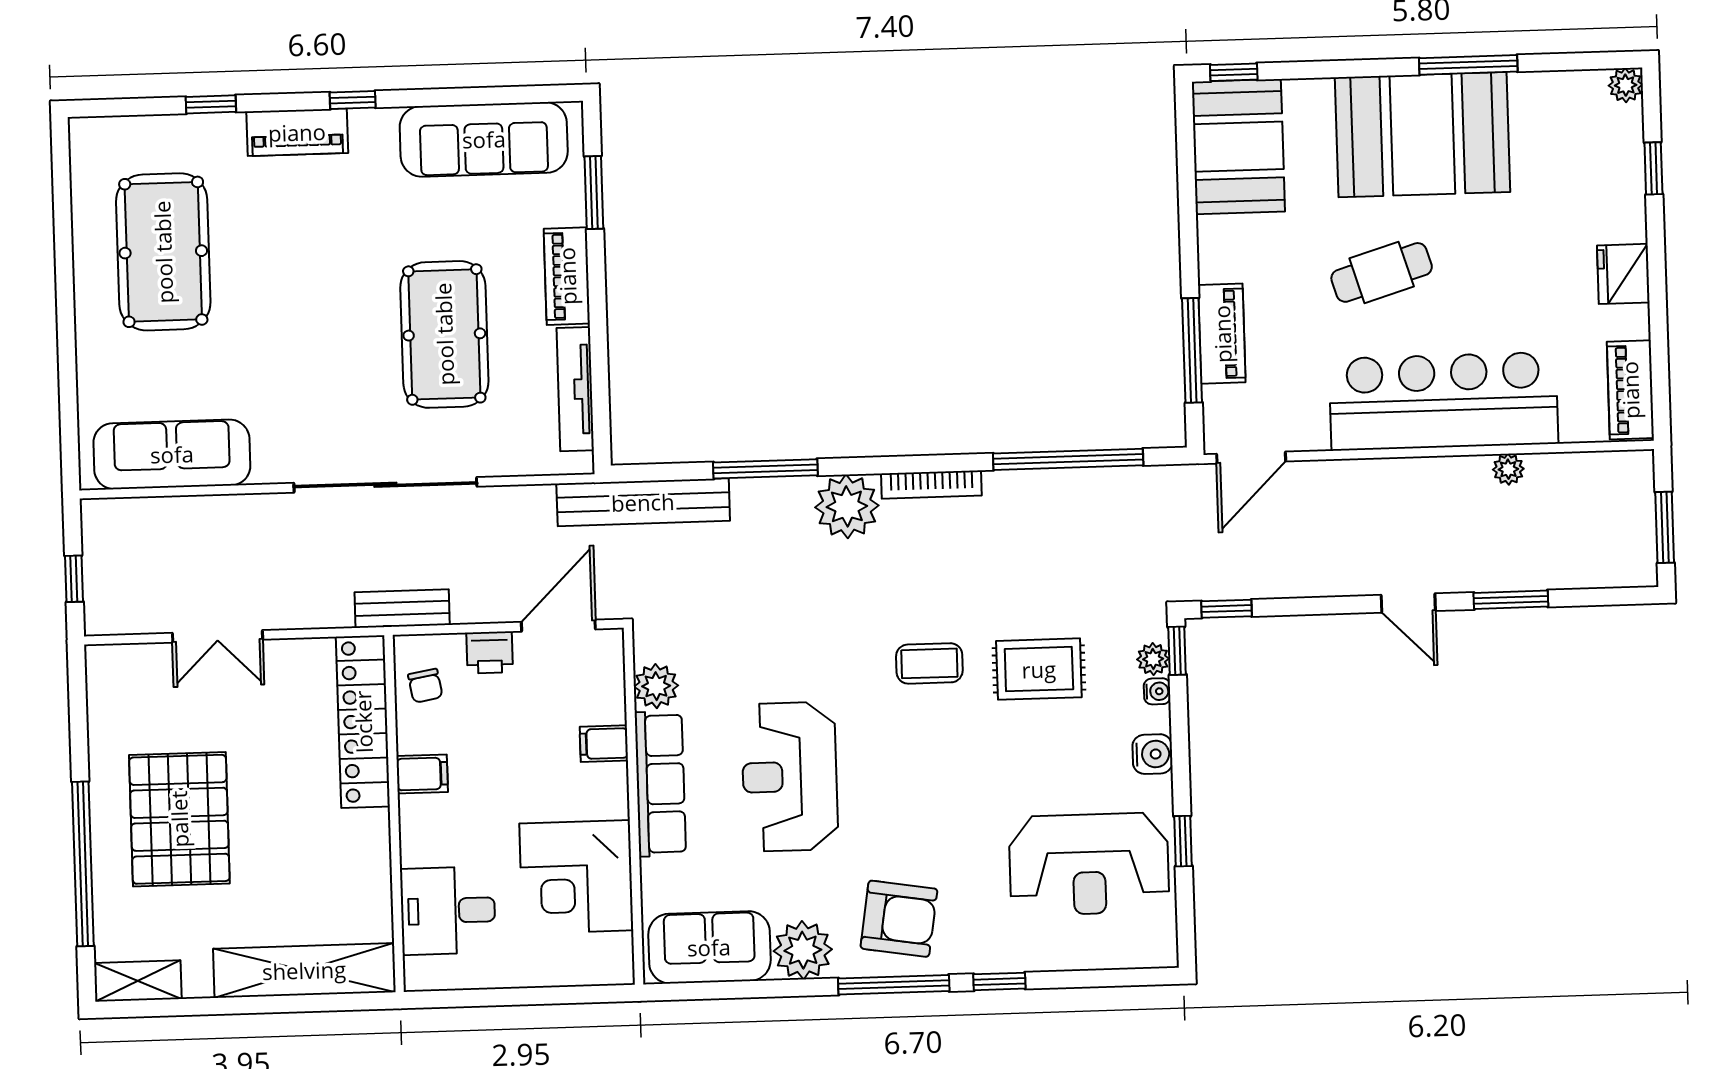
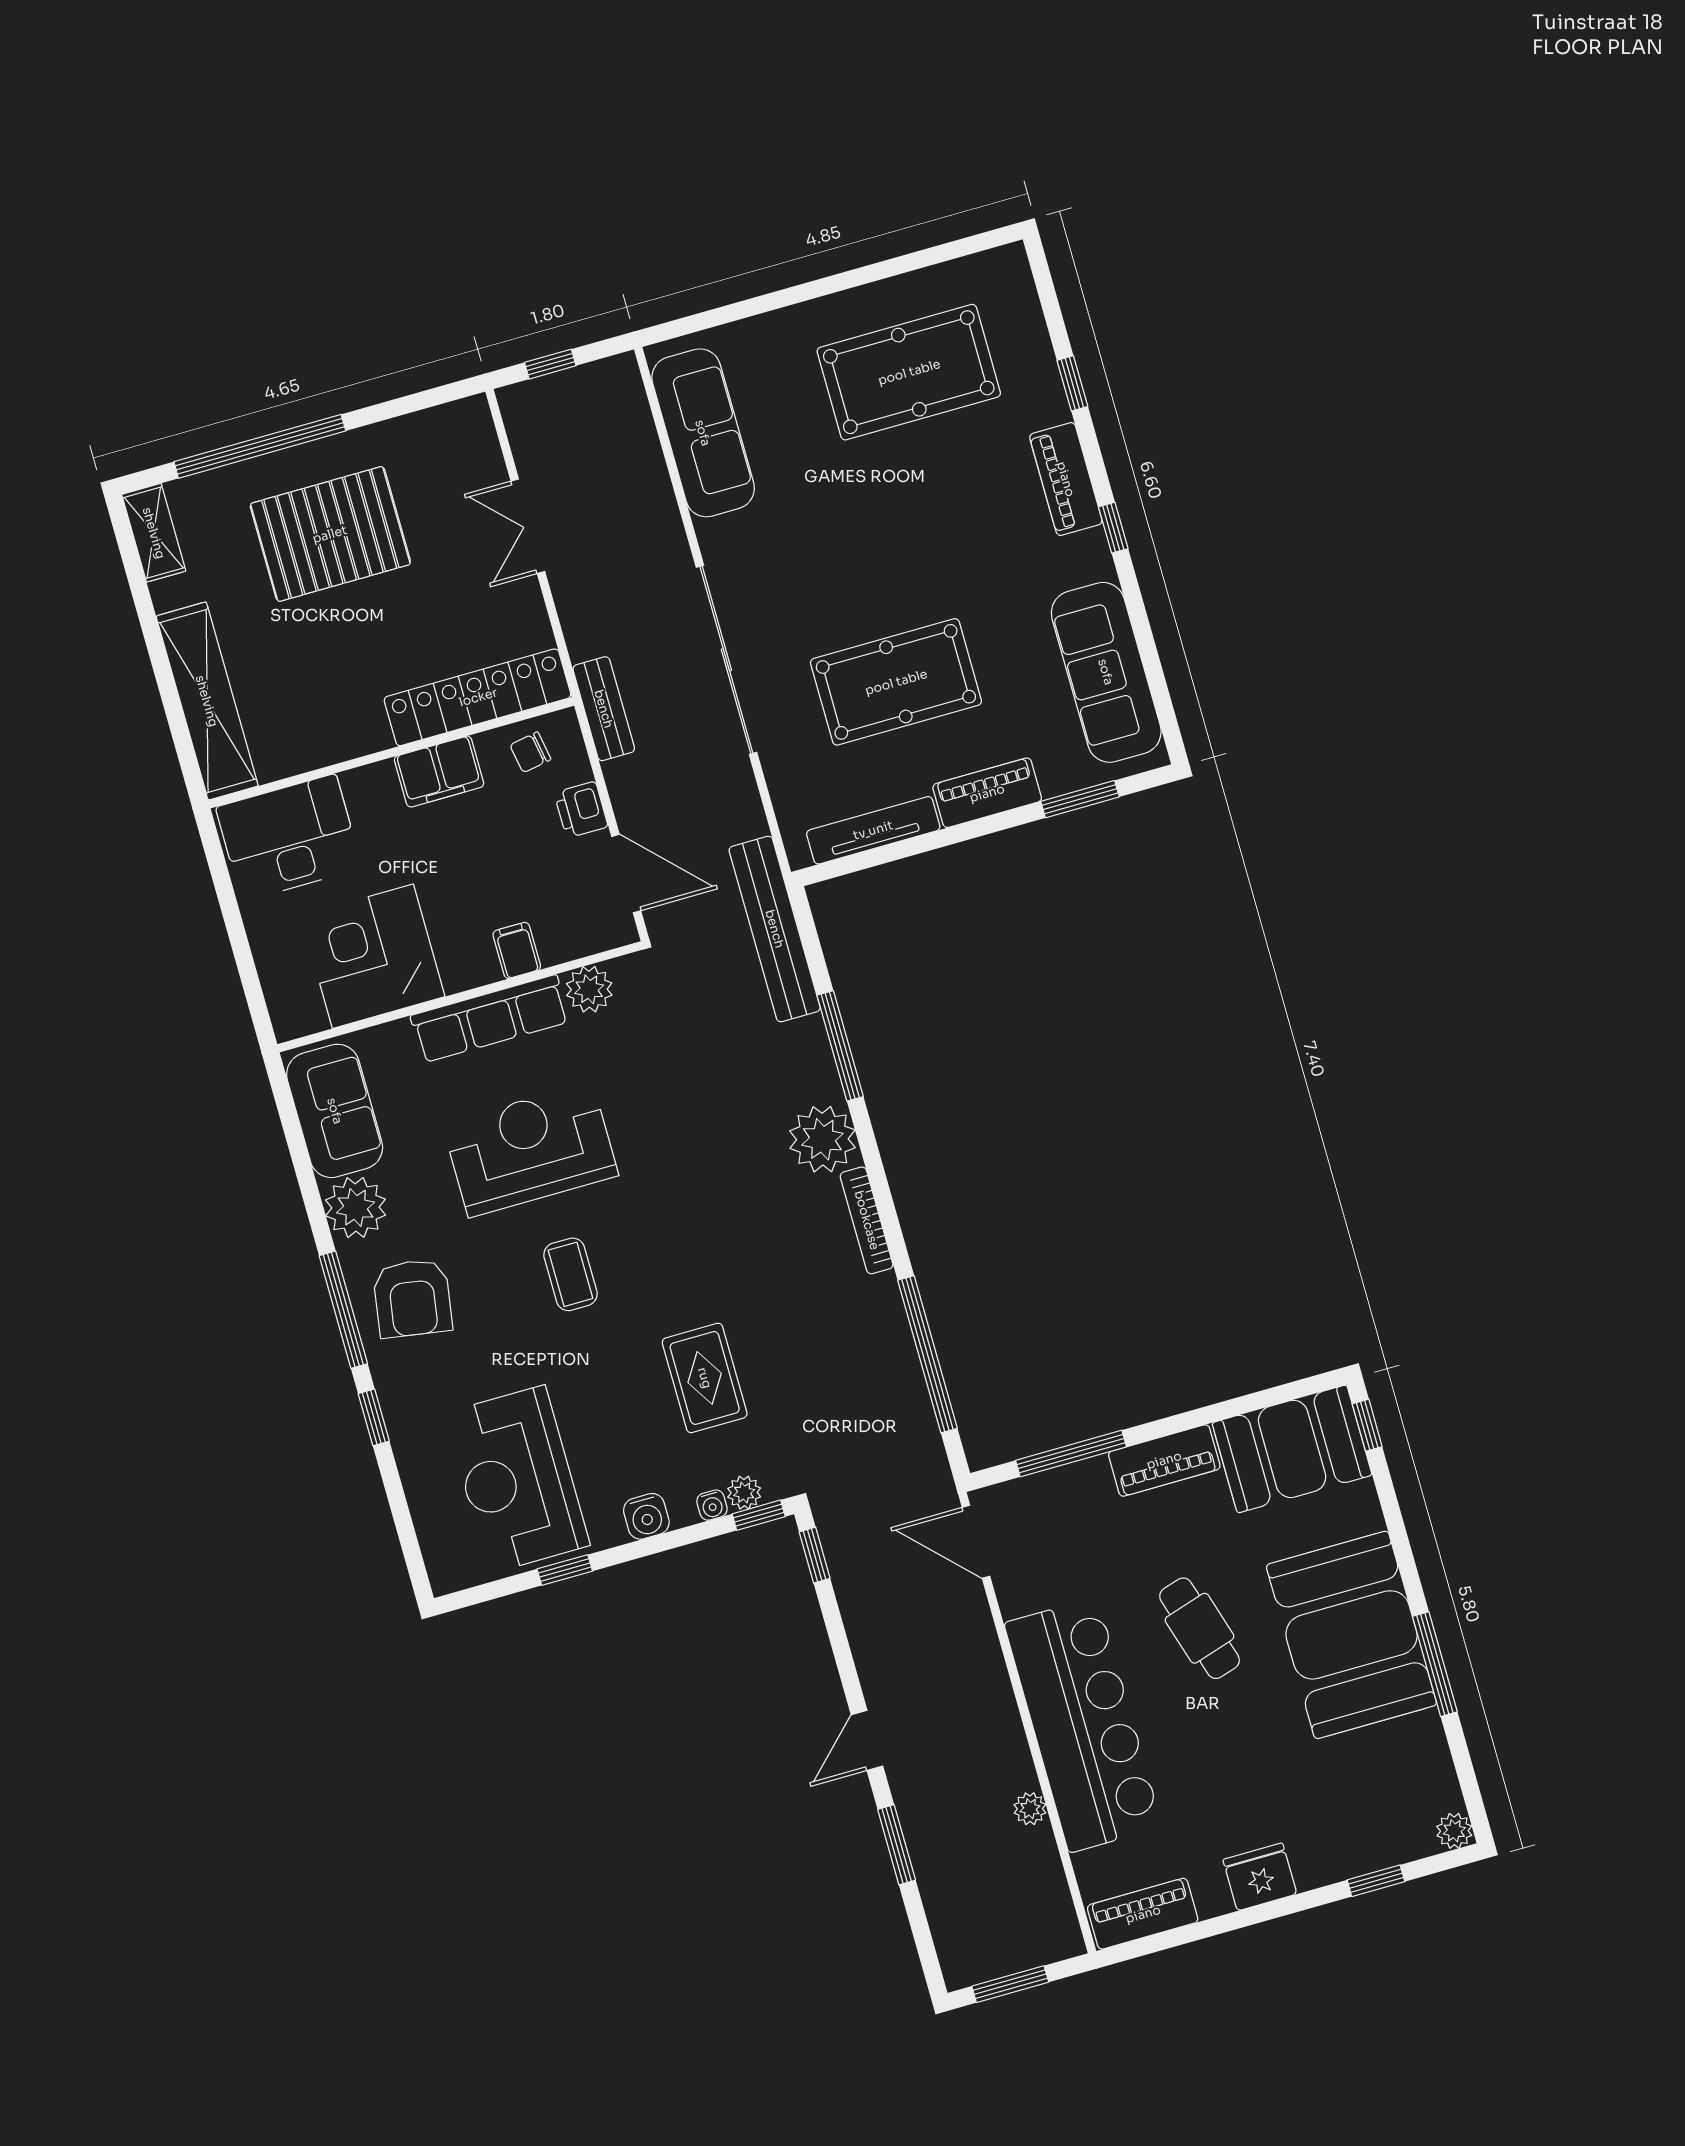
piano: (1222, 334) -> (1164, 1460), moved
coffee table: (929, 663) -> (570, 1274), moved
filing cabinet: (422, 774) -> (439, 772), width x2.00
desk: (448, 911) -> (289, 838), width x1.37

